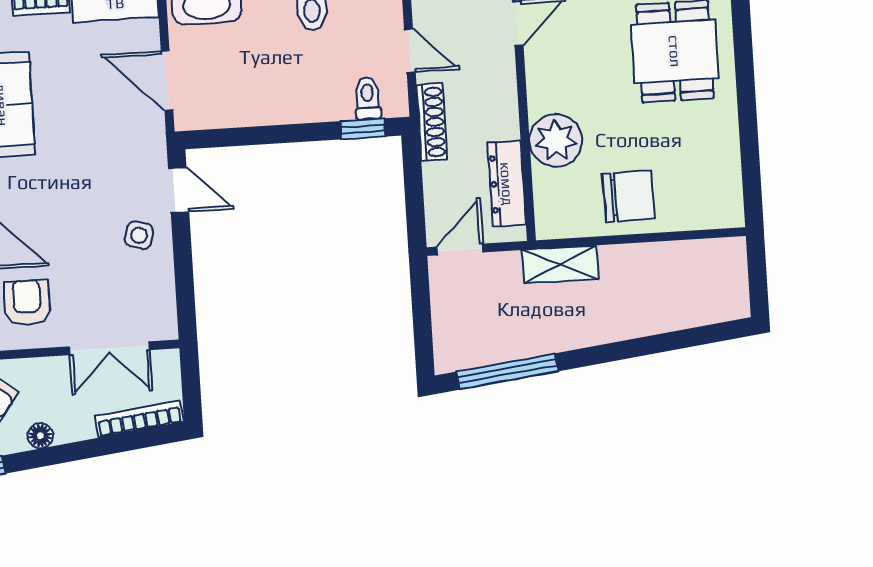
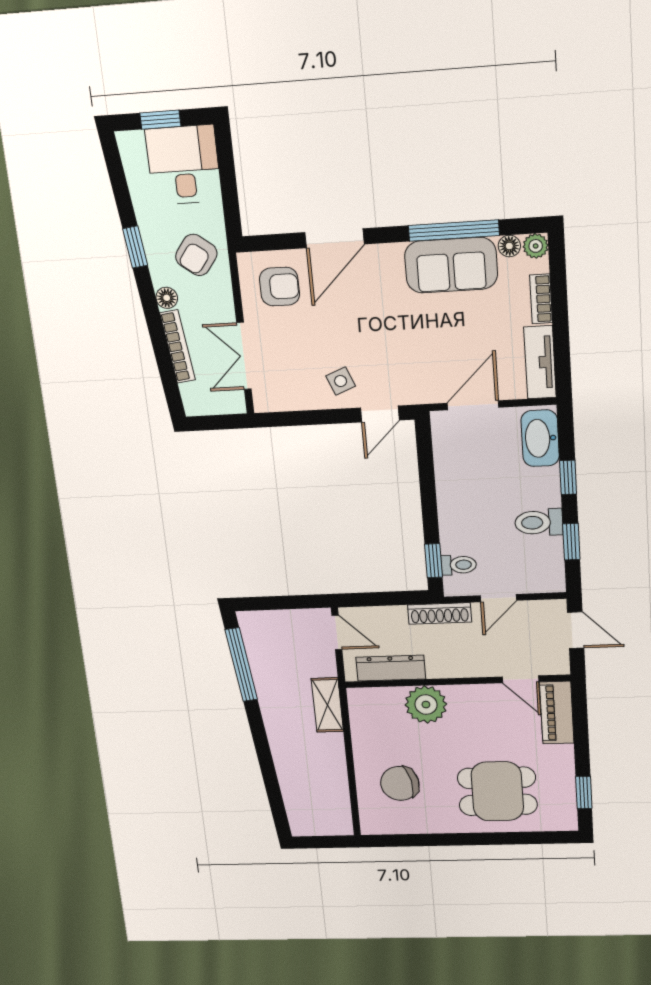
chair: (629, 196) -> (400, 783), moved, turned 79
side table: (139, 235) -> (341, 381), turned -38
bookcase: (139, 419) -> (178, 346), moved

